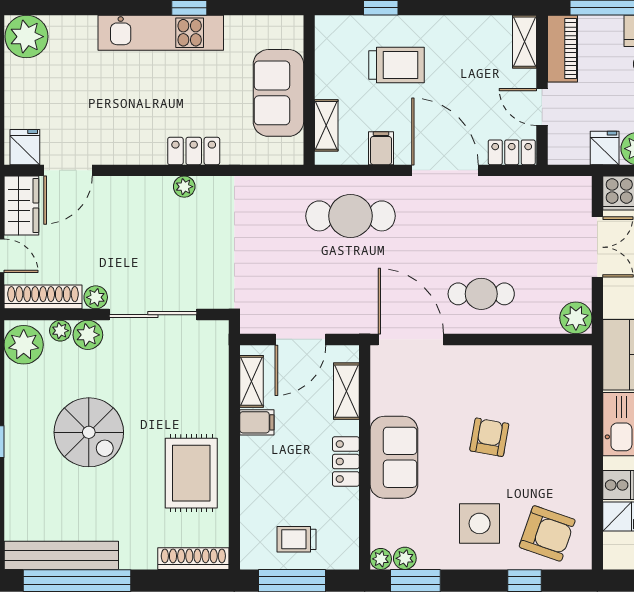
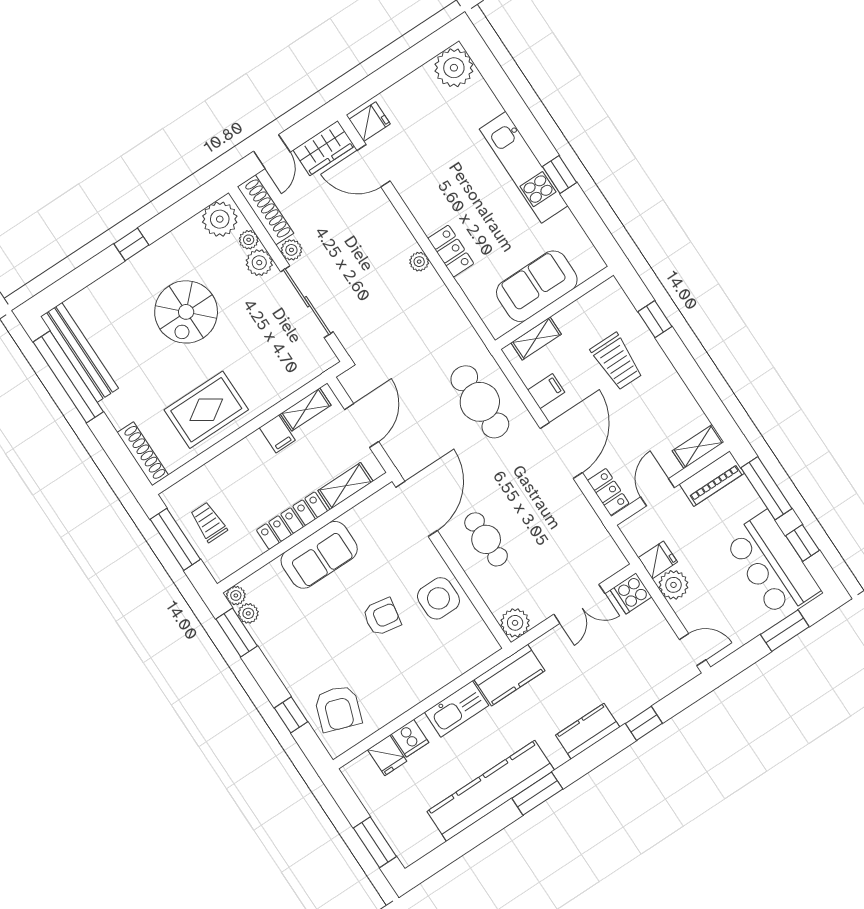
door: (300, 339) -> (362, 426), swing flipped
locker: (346, 461) -> (292, 521), width x1.53
side table: (480, 523) -> (438, 598), moved

